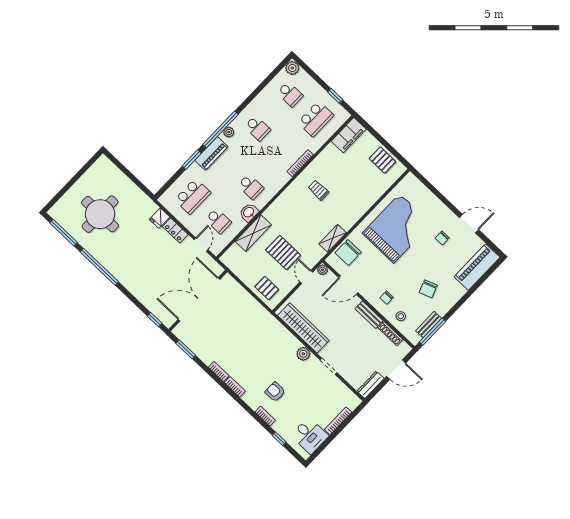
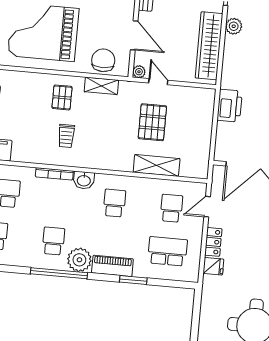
window: (221, 129) -> (59, 273), moved
plant: (229, 132) -> (79, 260), width x1.88, depth x1.88
washbasin: (249, 212) -> (84, 180), moved
chair: (348, 253) -> (103, 60), turned -90
door: (306, 277) -> (158, 82), swing flipped
pallet: (267, 288) -> (62, 97), moved
printer: (254, 311) -> (230, 106), added

